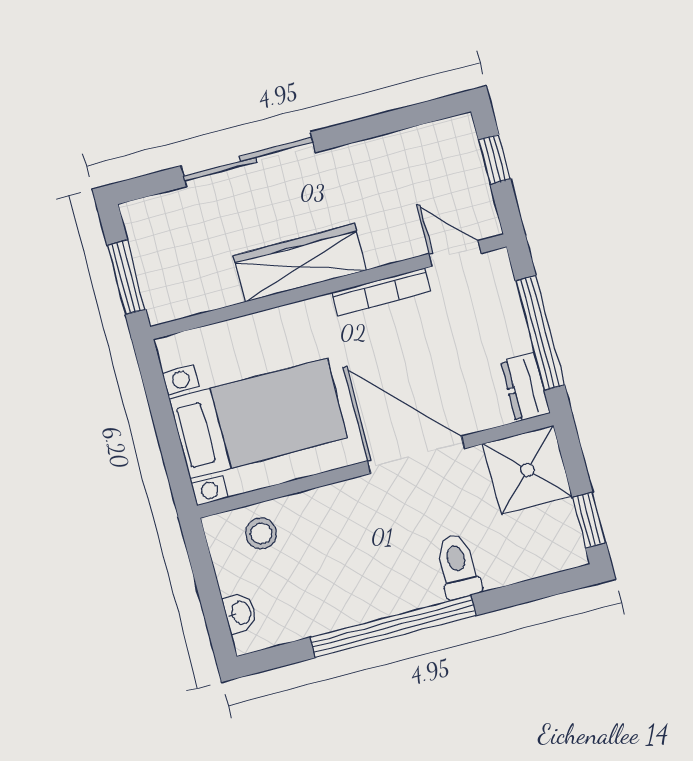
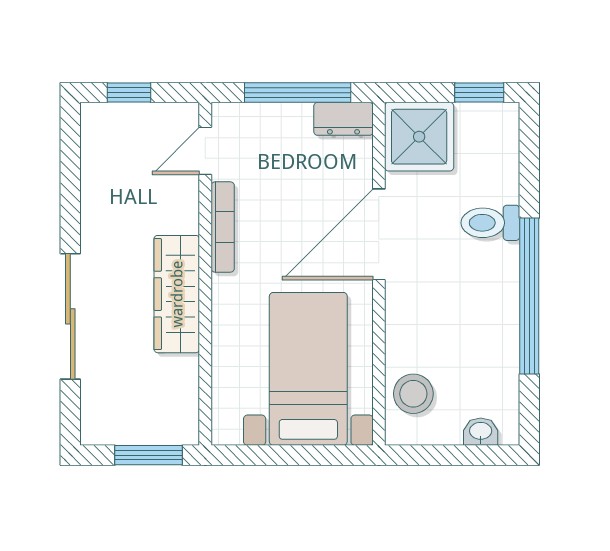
stool: (261, 533) -> (413, 394), width x1.37, depth x1.37

